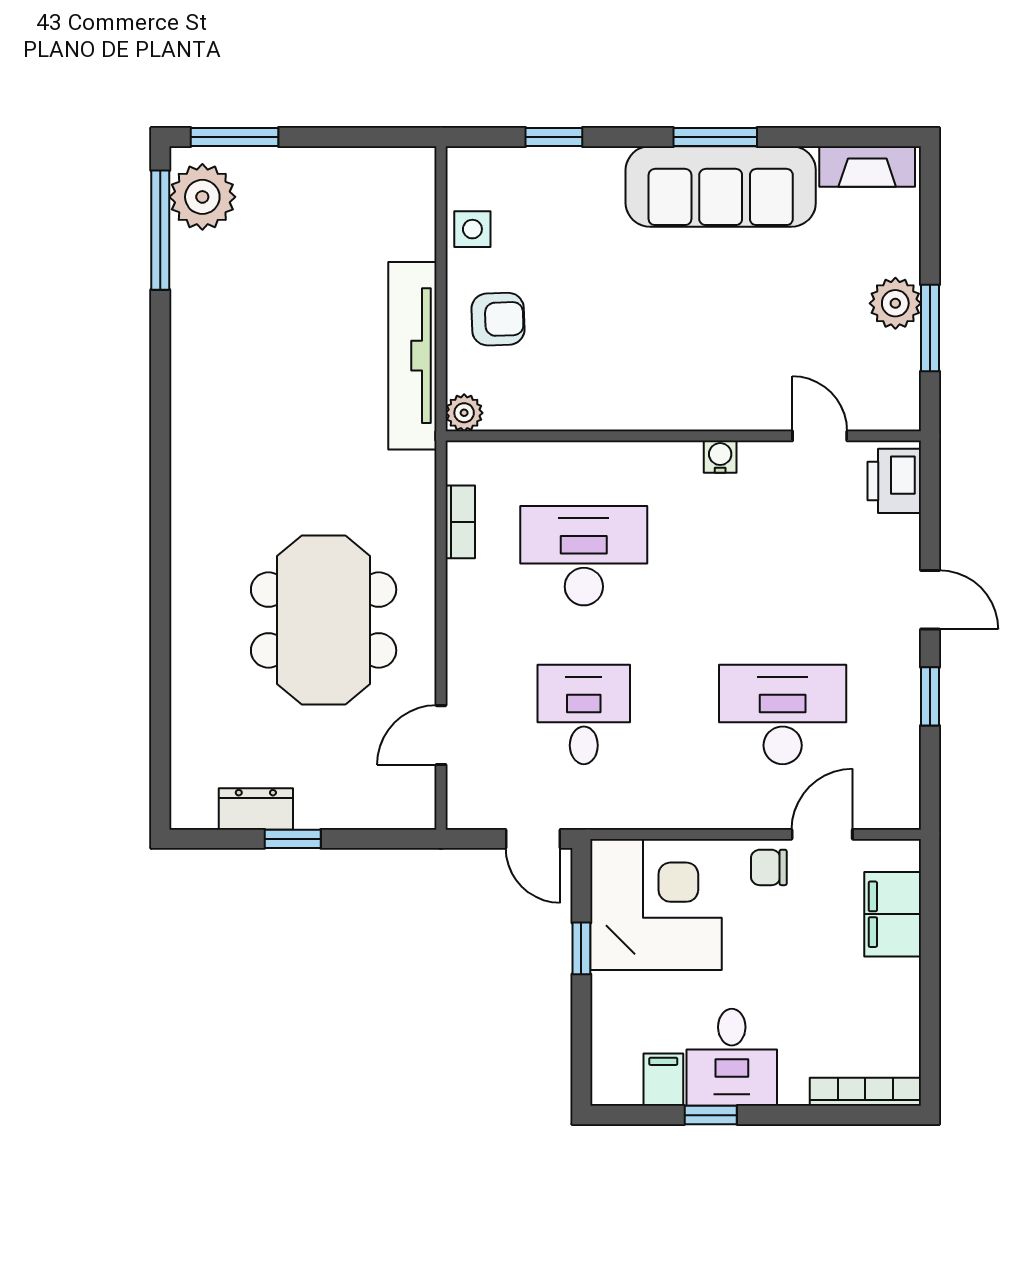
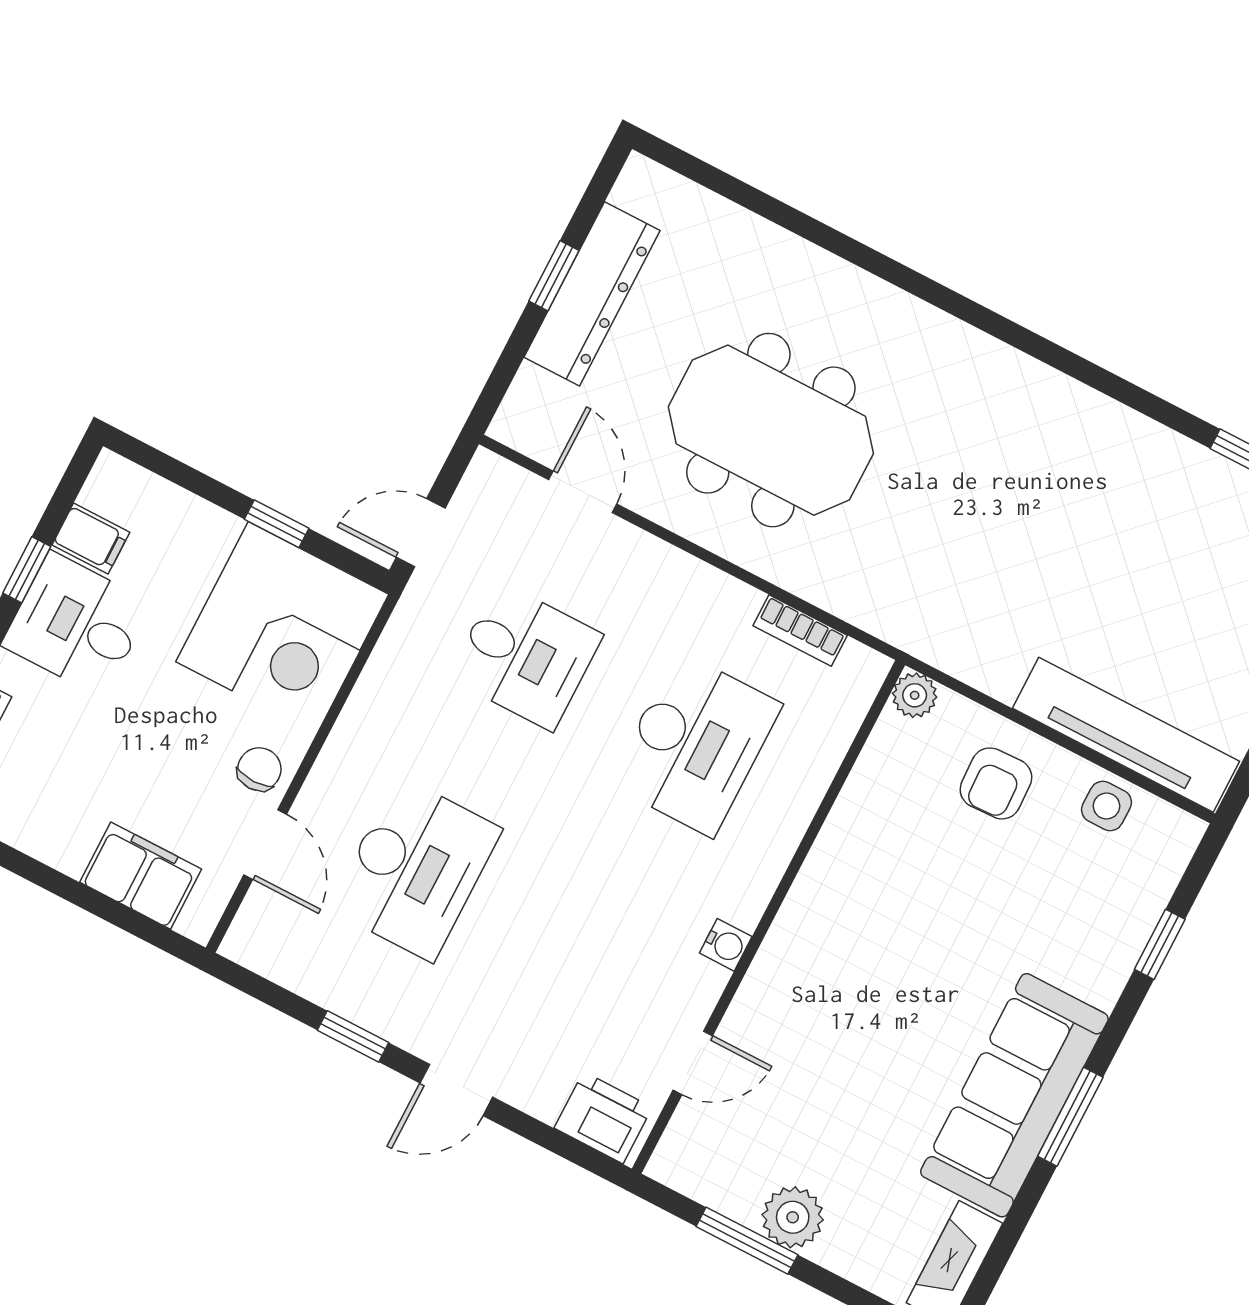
tv unit: (412, 356) -> (1126, 735), moved
dresser: (256, 809) -> (592, 294), width x1.96, depth x1.24

